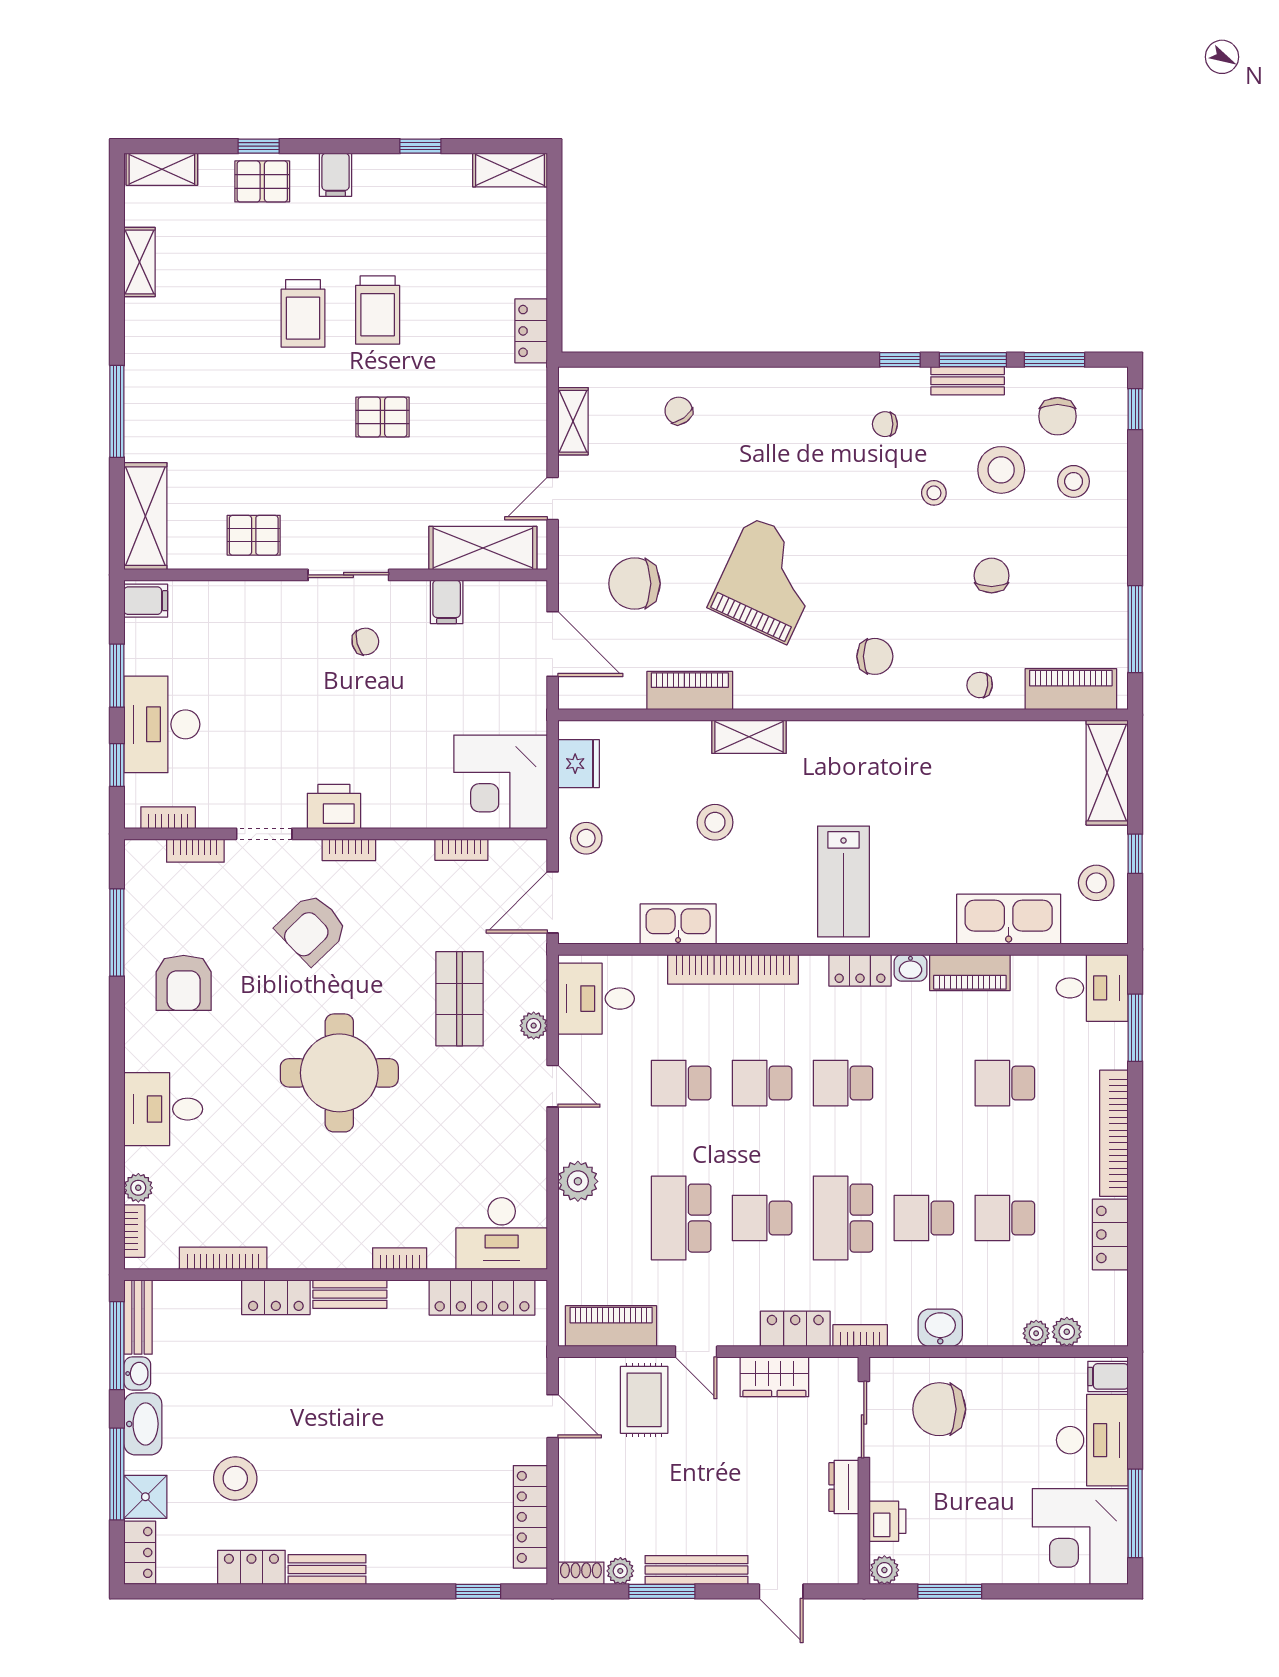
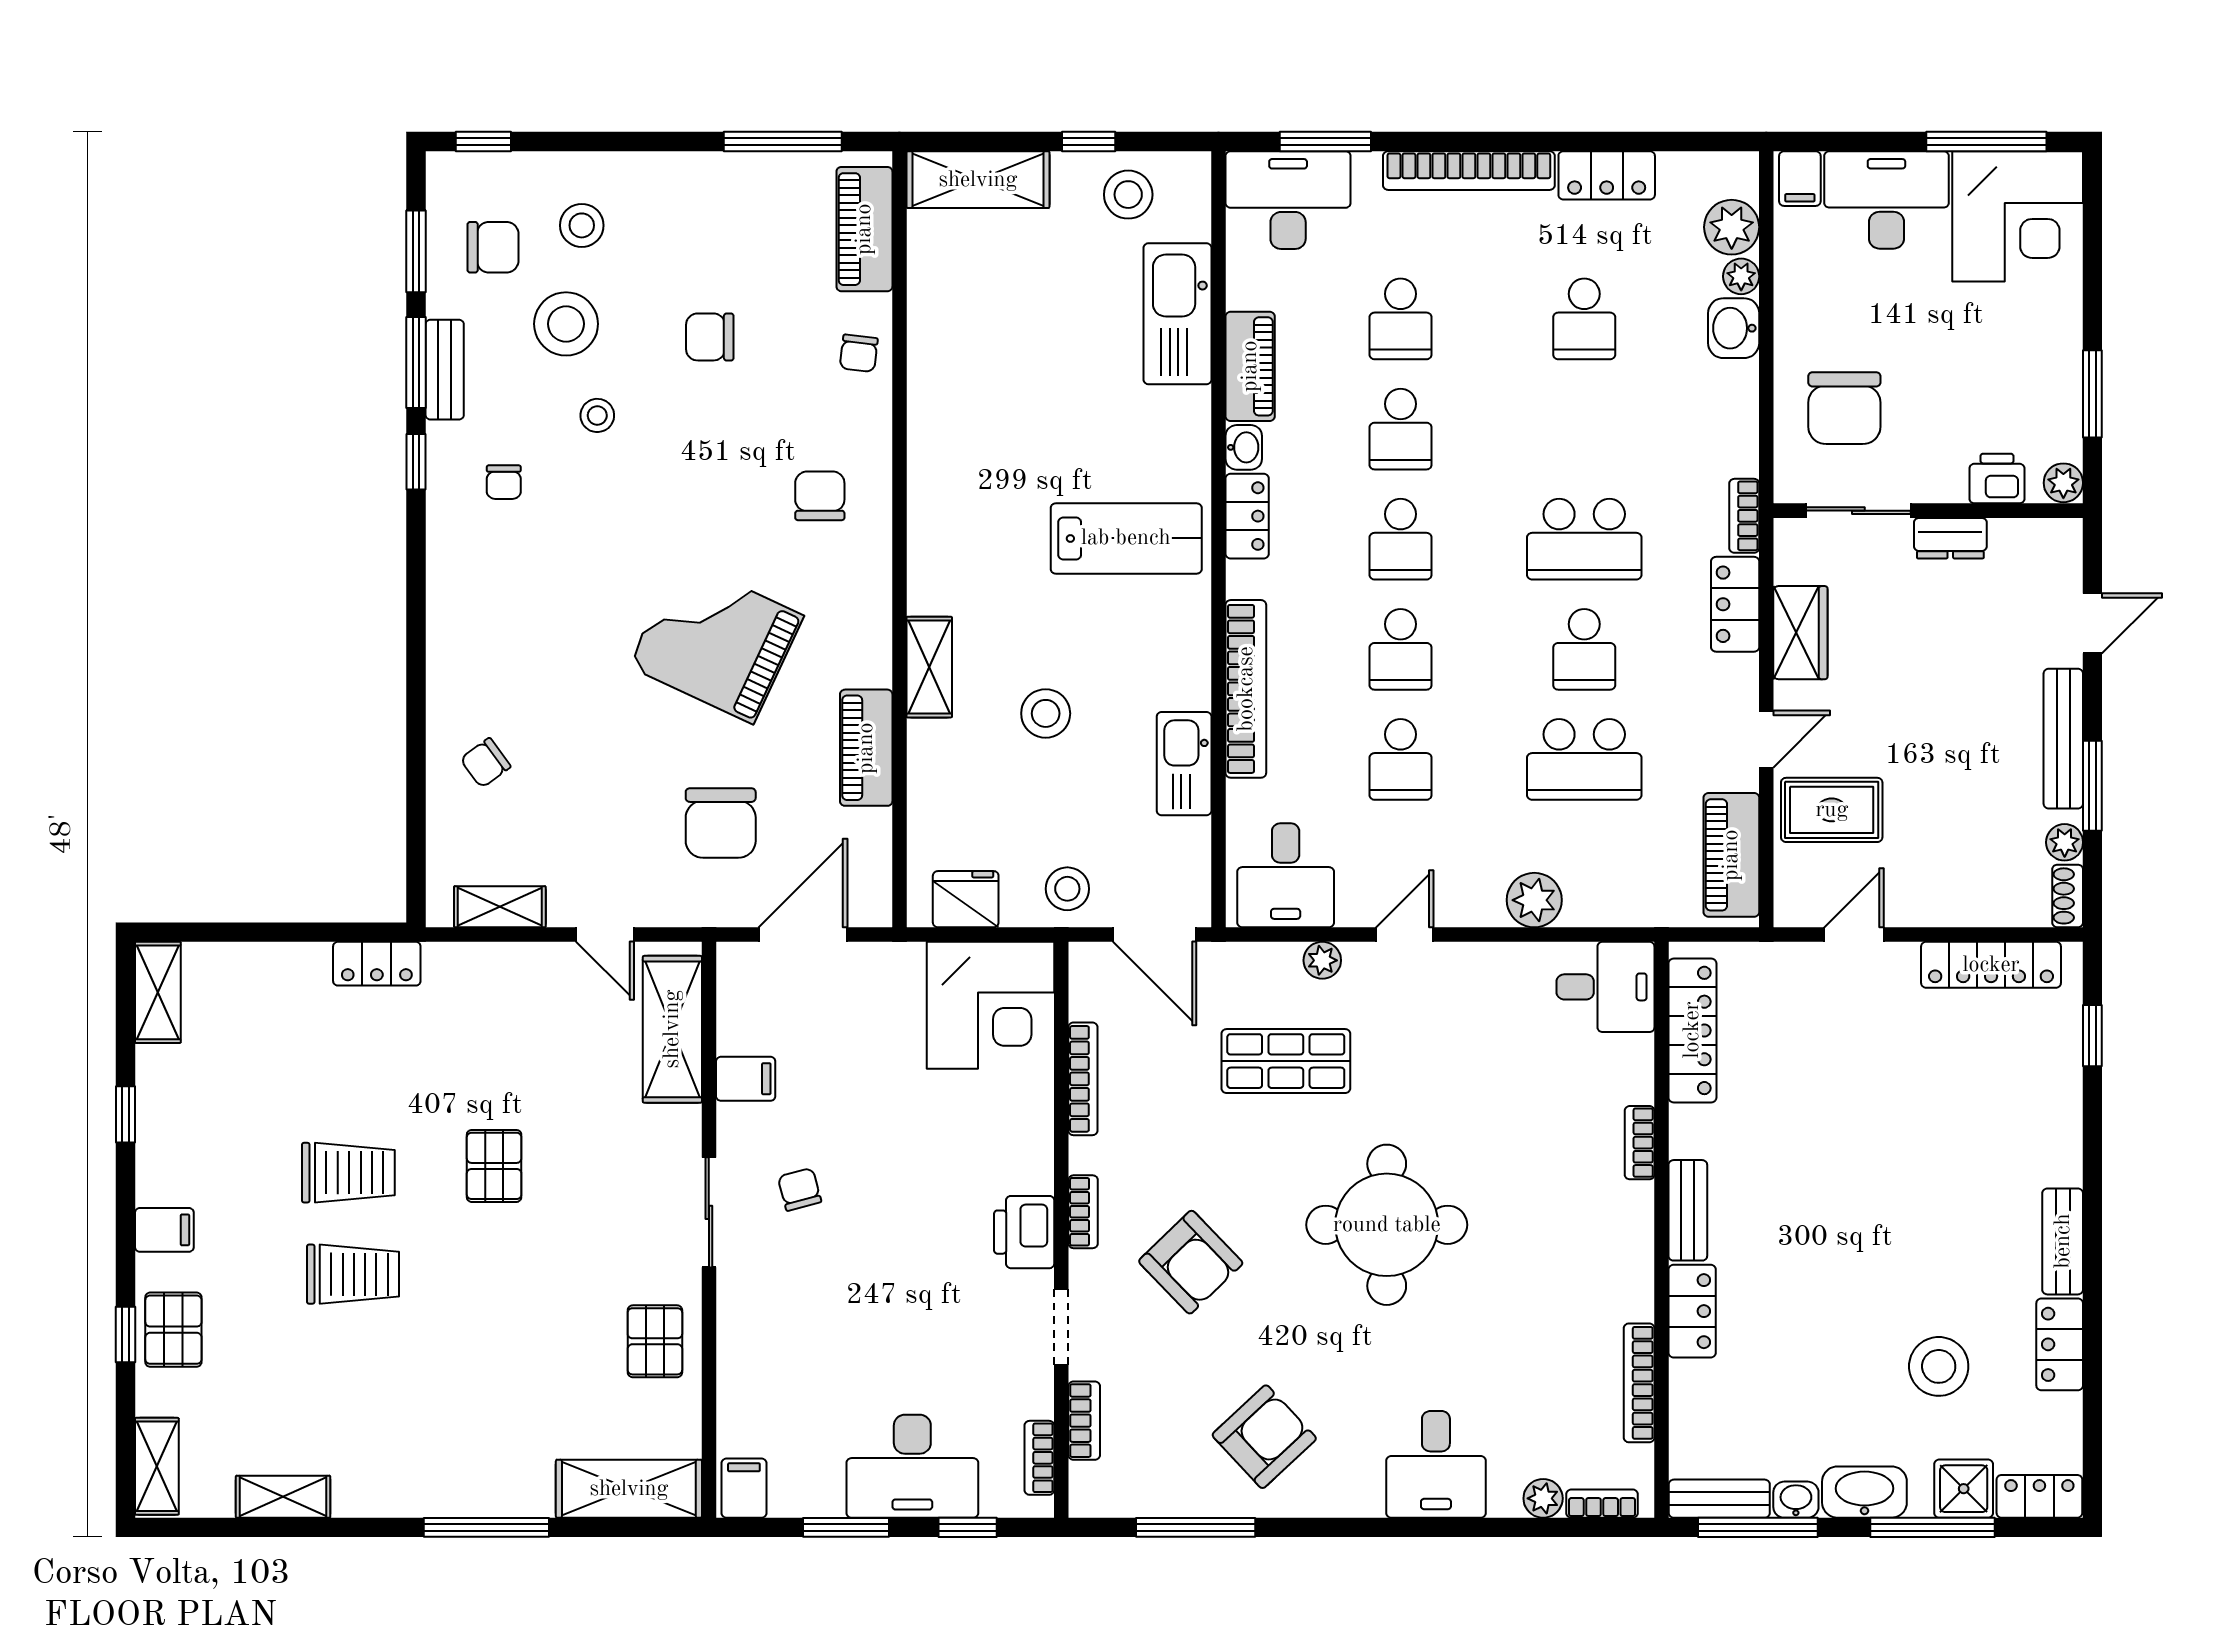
bookcase: (461, 850) -> (1083, 1079), width x1.56
armchair: (184, 983) -> (1264, 1437), turned -43
desk: (1092, 988) -> (1288, 200), width x1.37
school desk: (924, 1218) -> (1401, 429), moved
desk: (502, 1234) -> (1605, 987), width x0.73
washbasin: (940, 1328) -> (1734, 328), moved
plant: (1067, 1332) -> (1732, 227), width x1.38, depth x1.38

